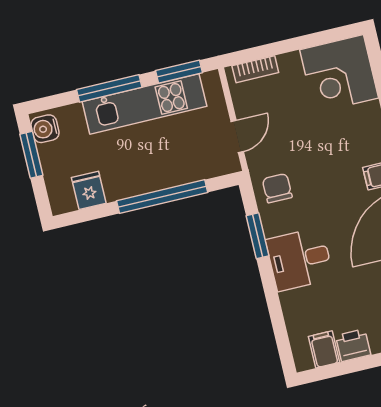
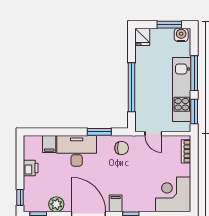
fridge: (89, 190) -> (142, 37), moved, turned 90
desk: (300, 259) -> (77, 151), width x1.37
filing cabinet: (324, 349) -> (49, 144), moved, turned 90

